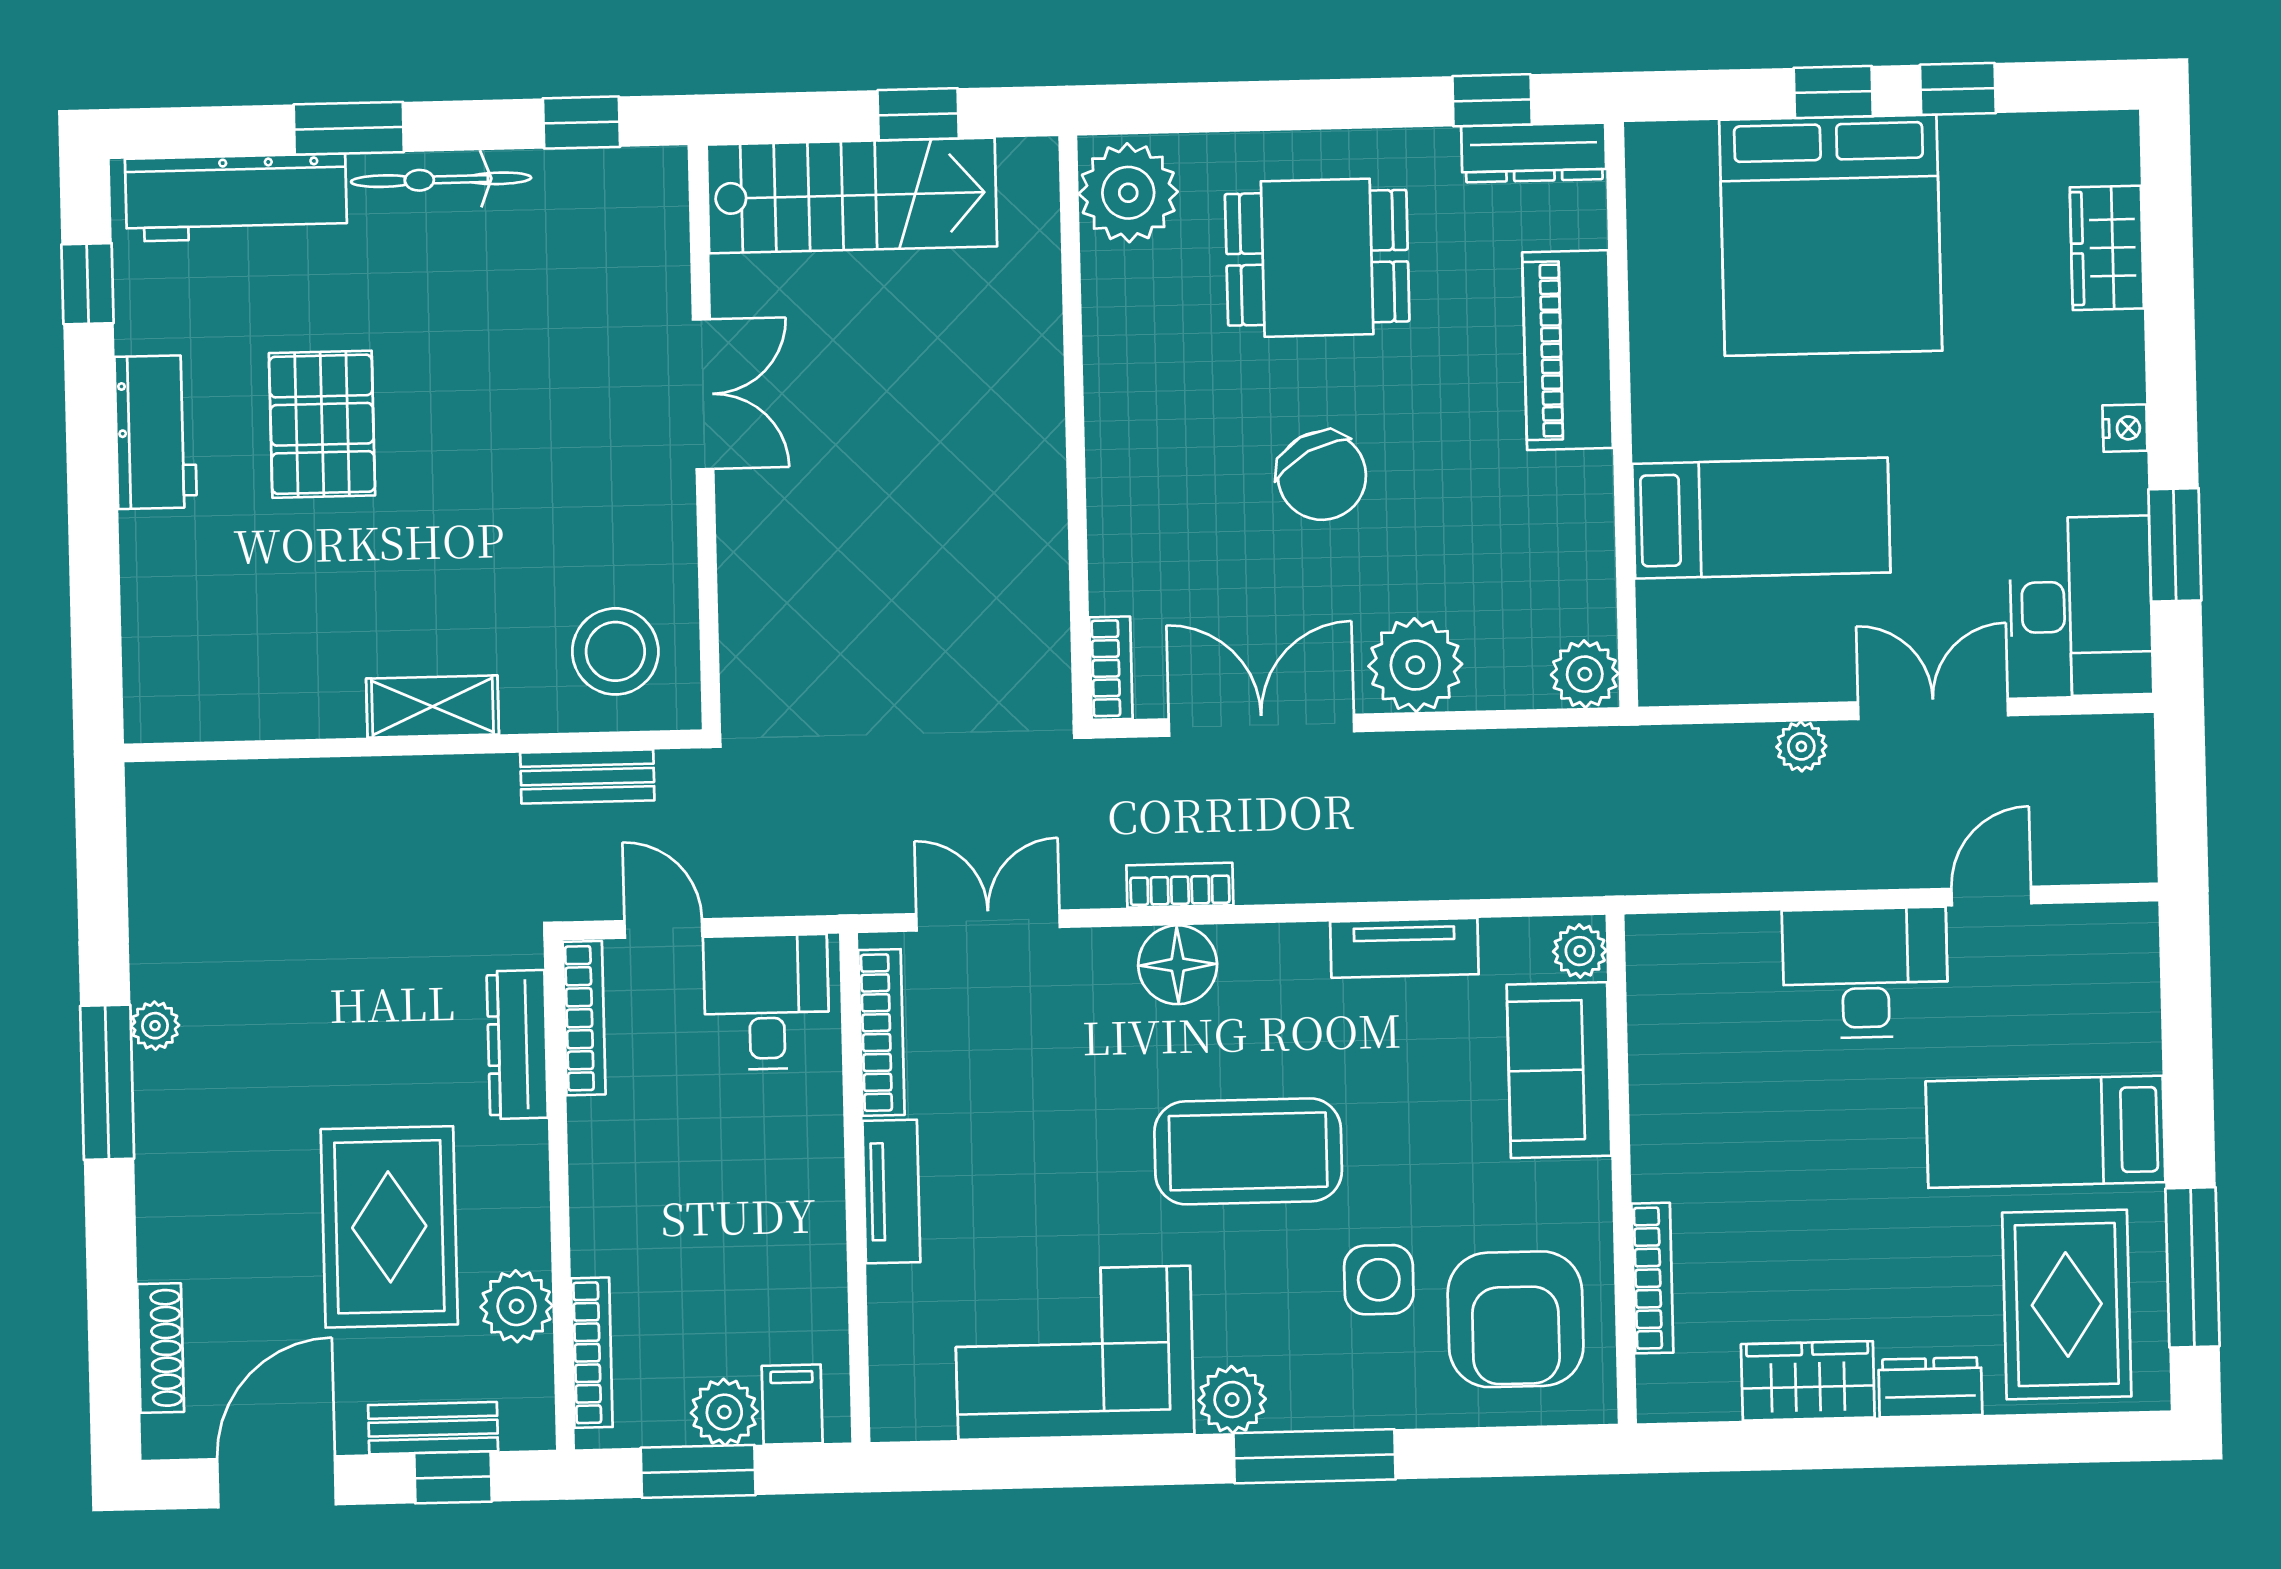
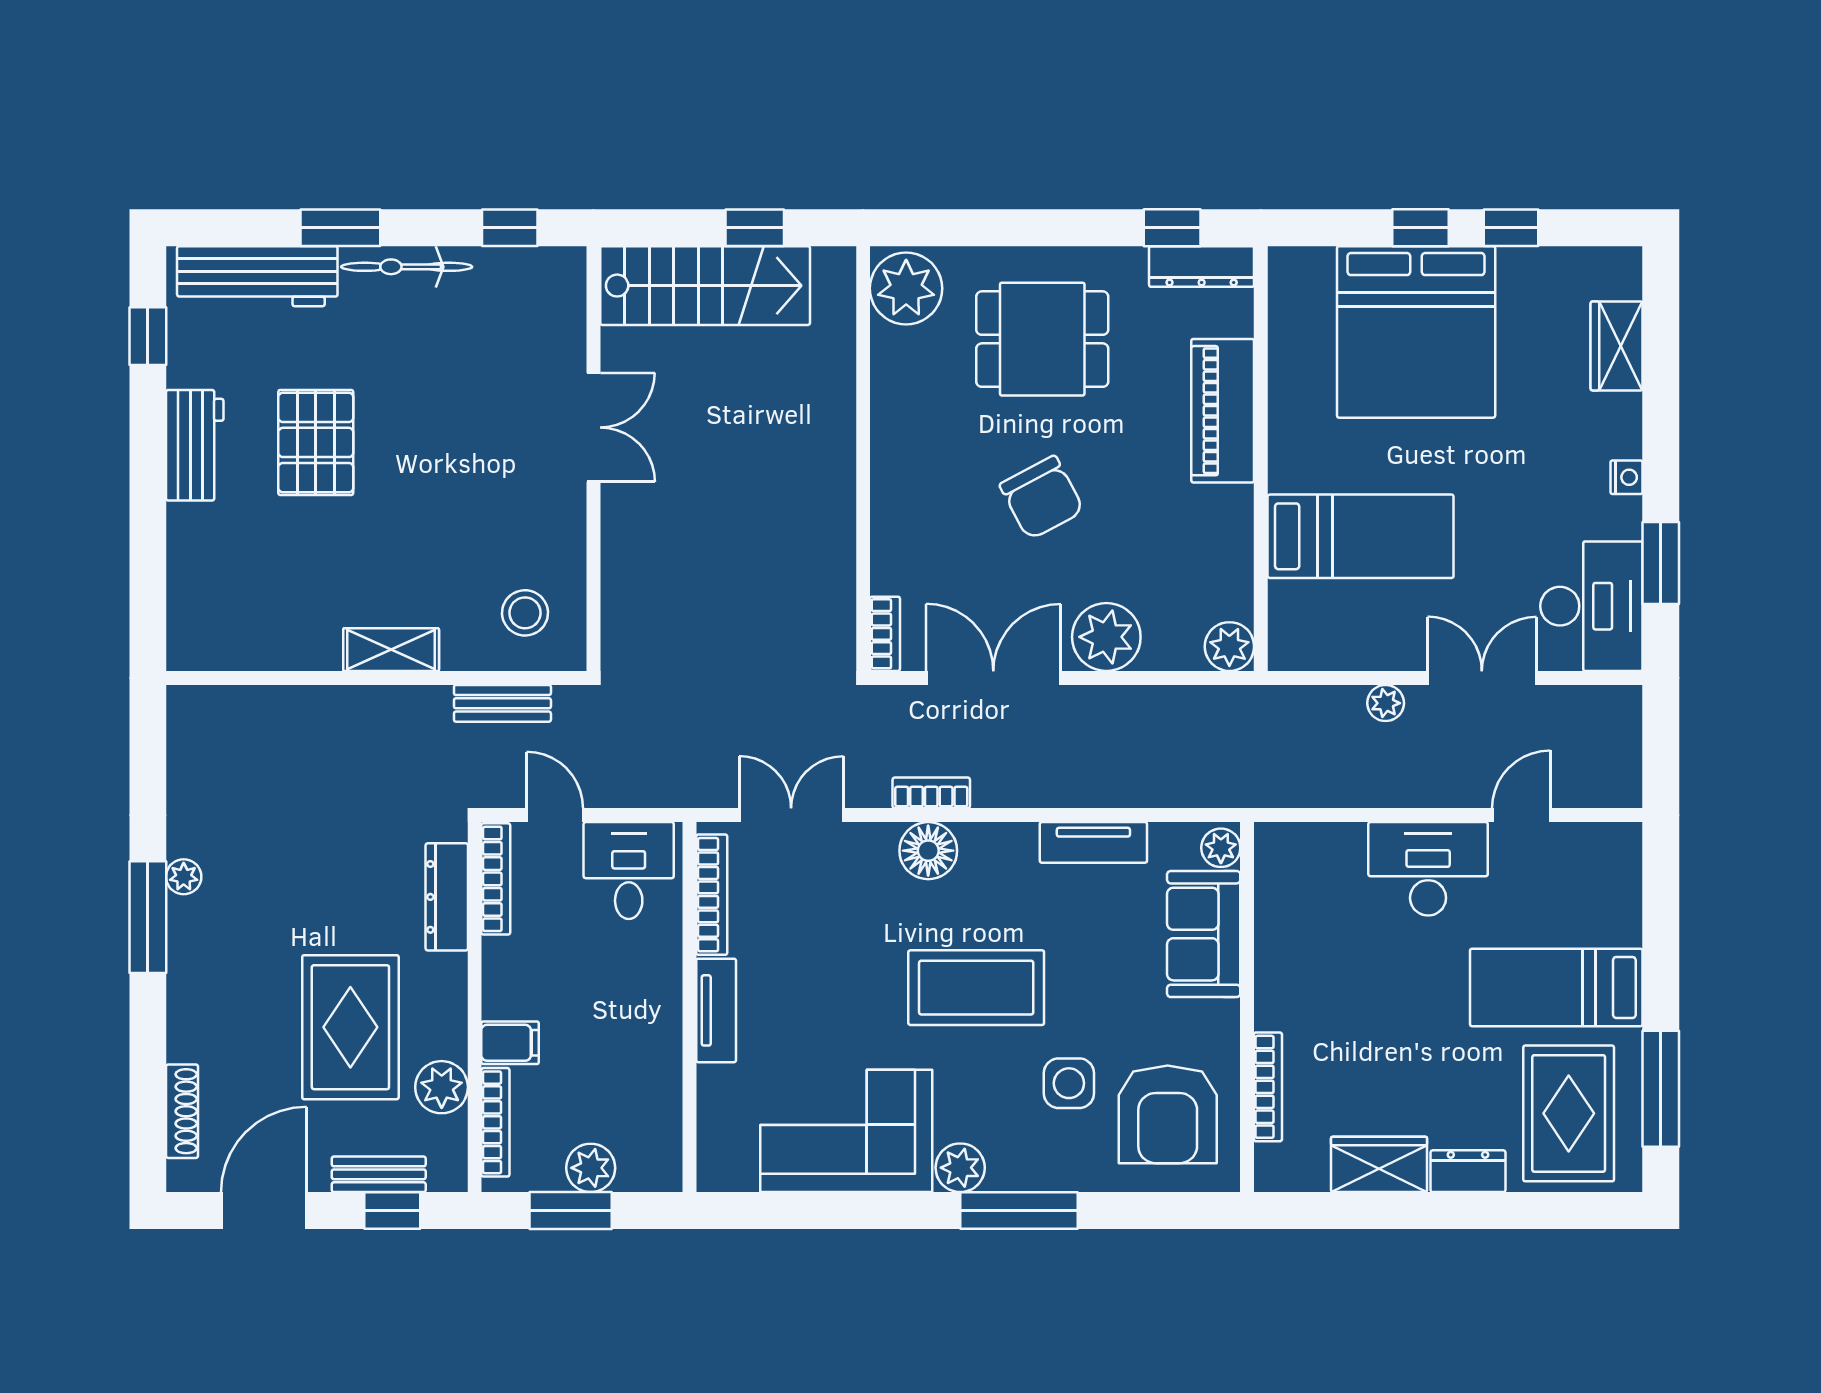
stool: (615, 651) -> (525, 613), width x0.73, depth x0.73
filing cabinet: (792, 1405) -> (510, 1043), moved, turned 90

